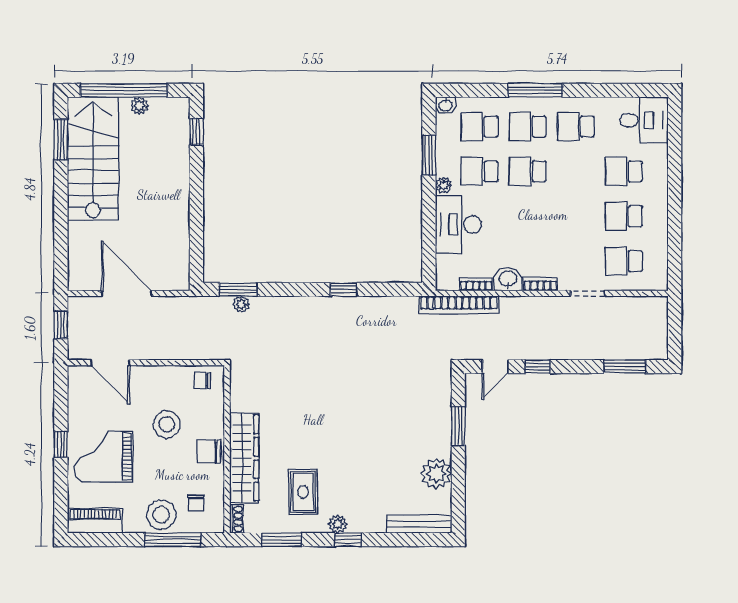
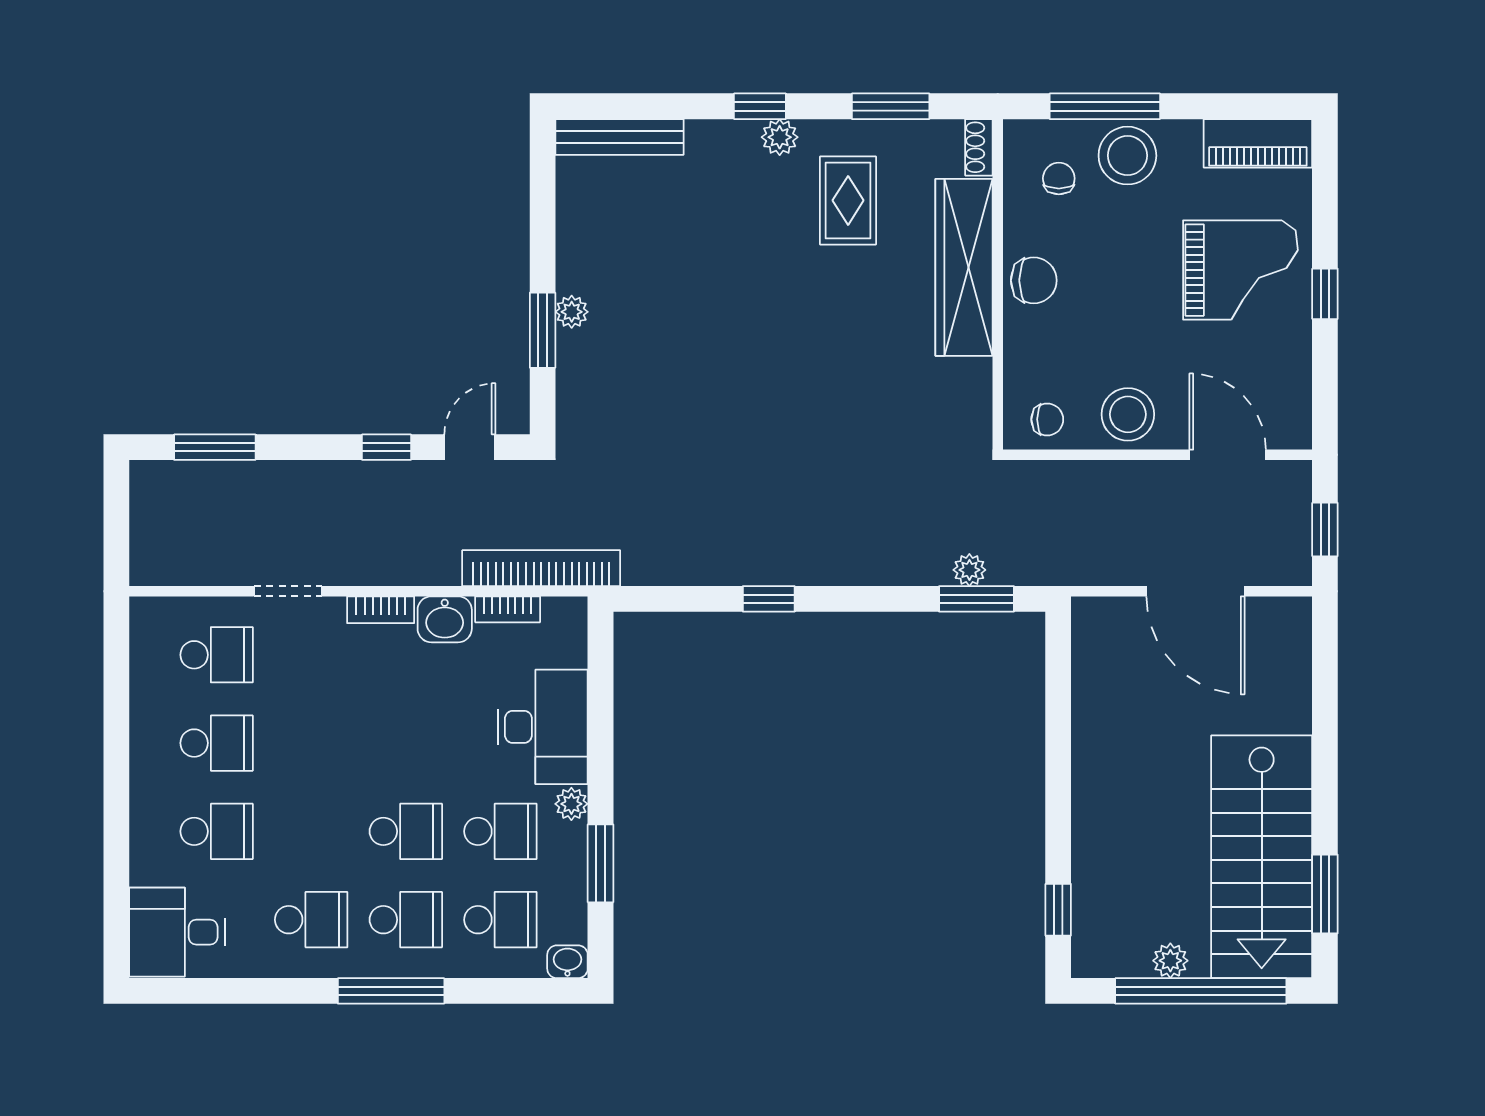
stool: (167, 424) -> (1128, 414), moved
plant: (436, 474) -> (572, 312), moved, width x0.53, depth x0.53

